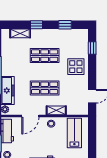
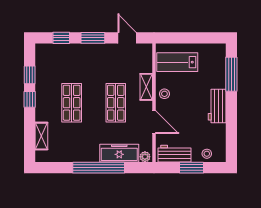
window: (36, 25) -> (30, 99), moved
display table: (76, 67) -> (87, 60), removed
window: (92, 71) -> (93, 38), added

